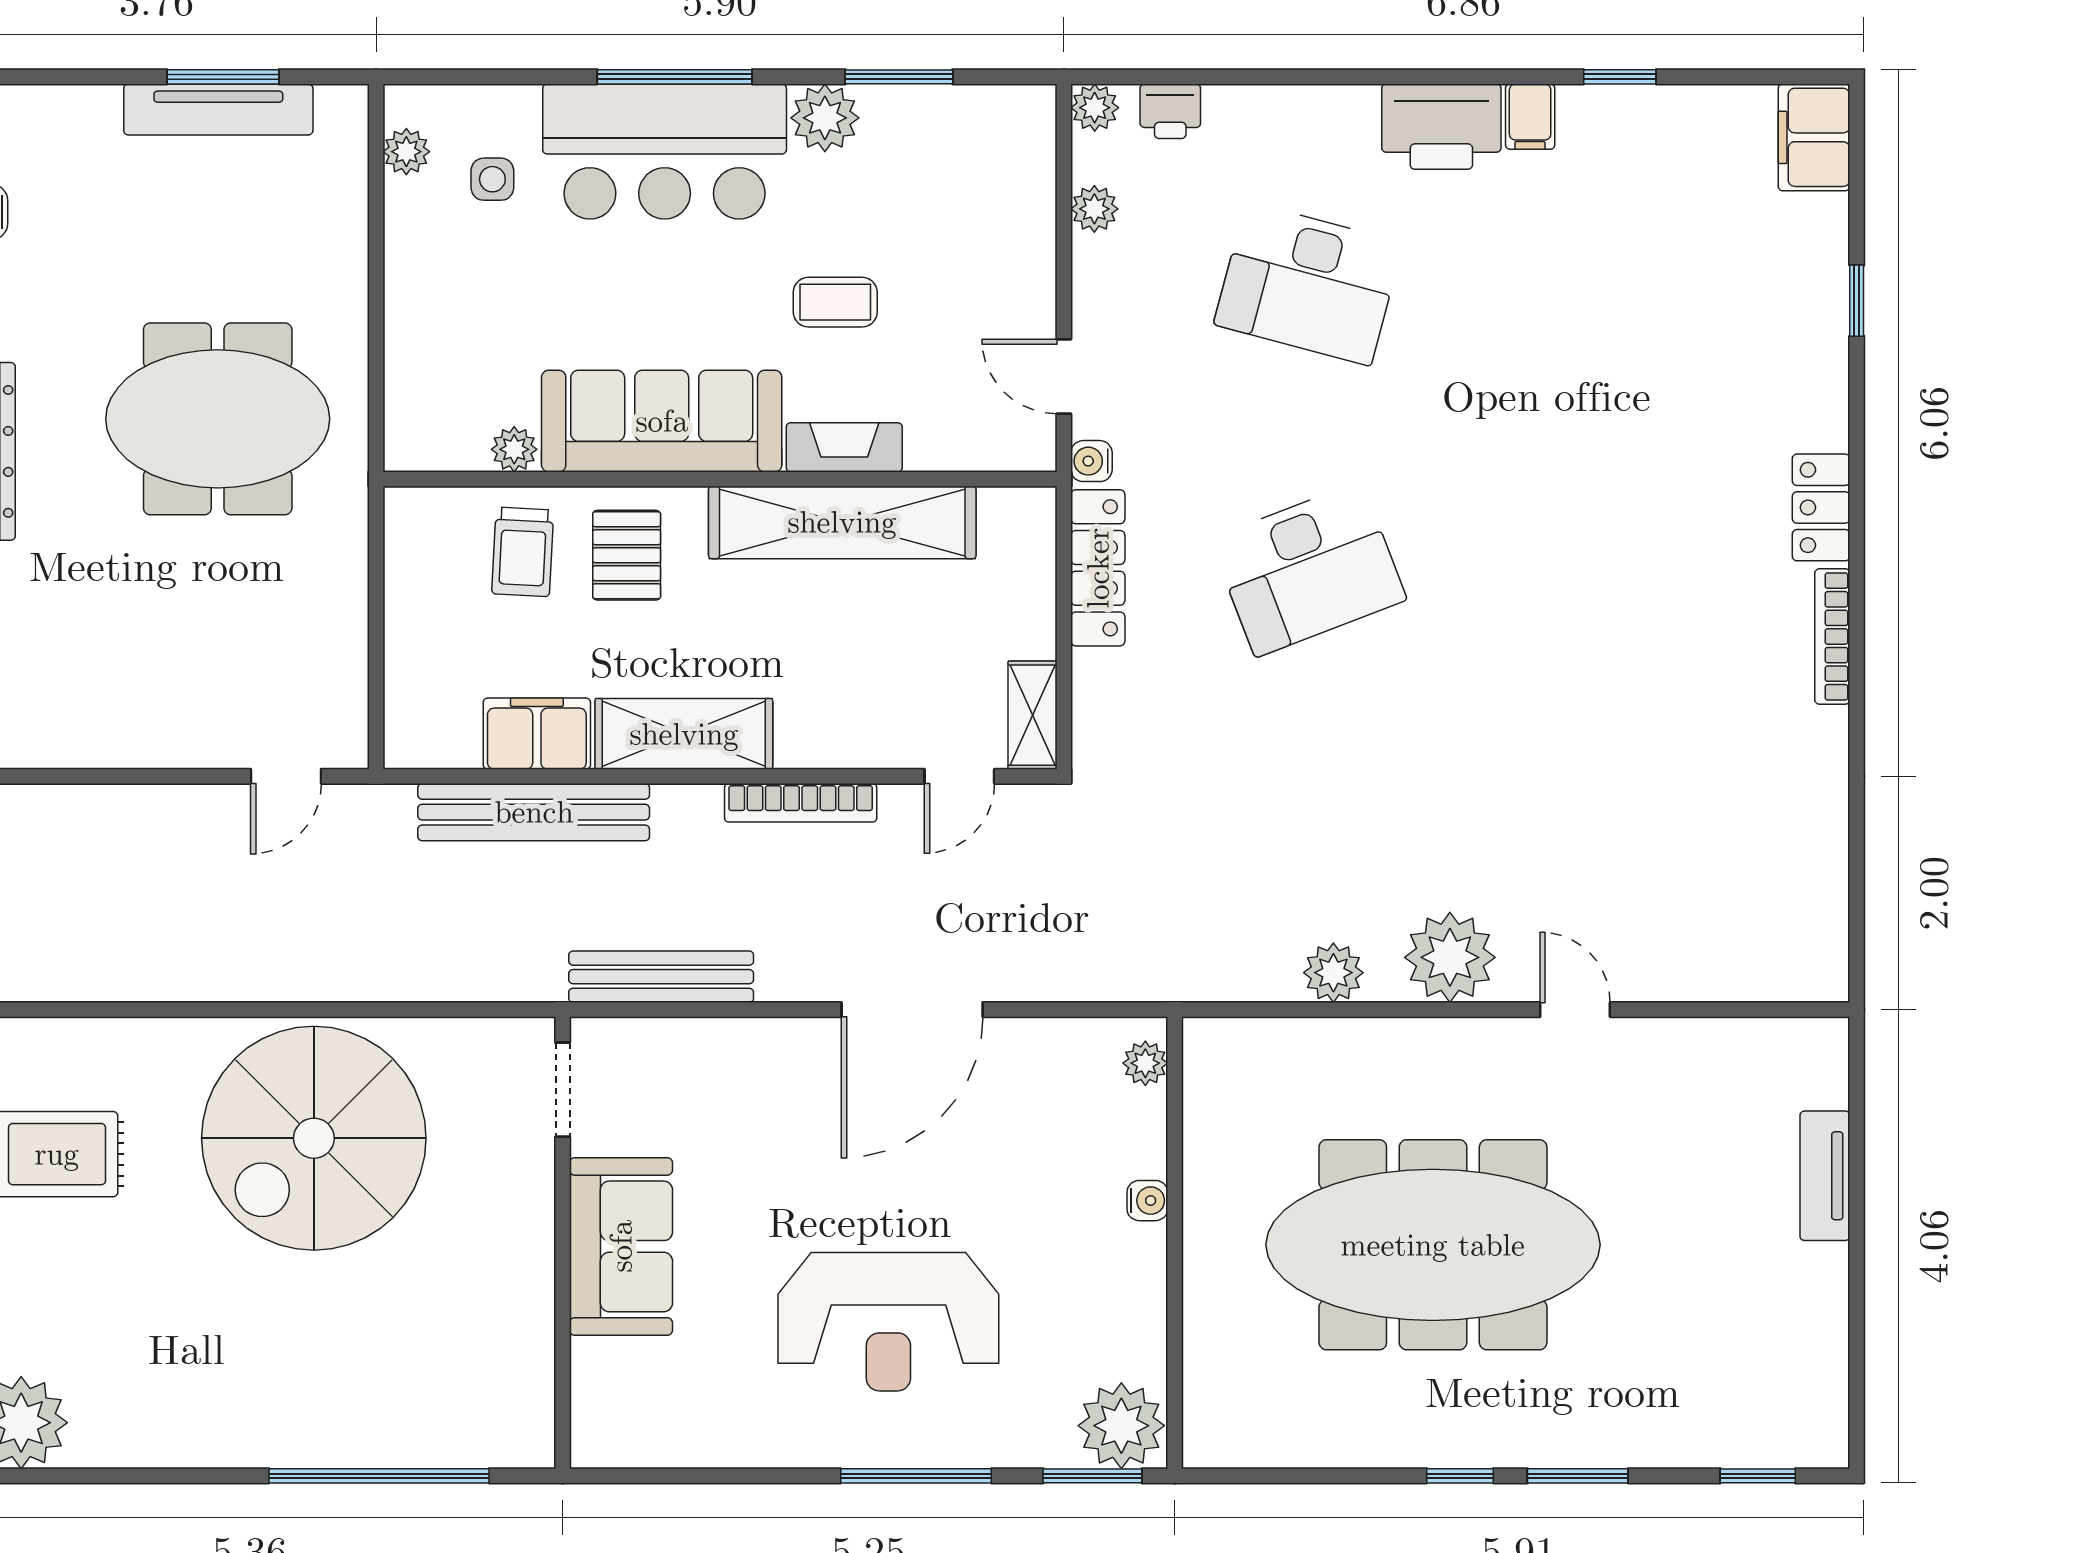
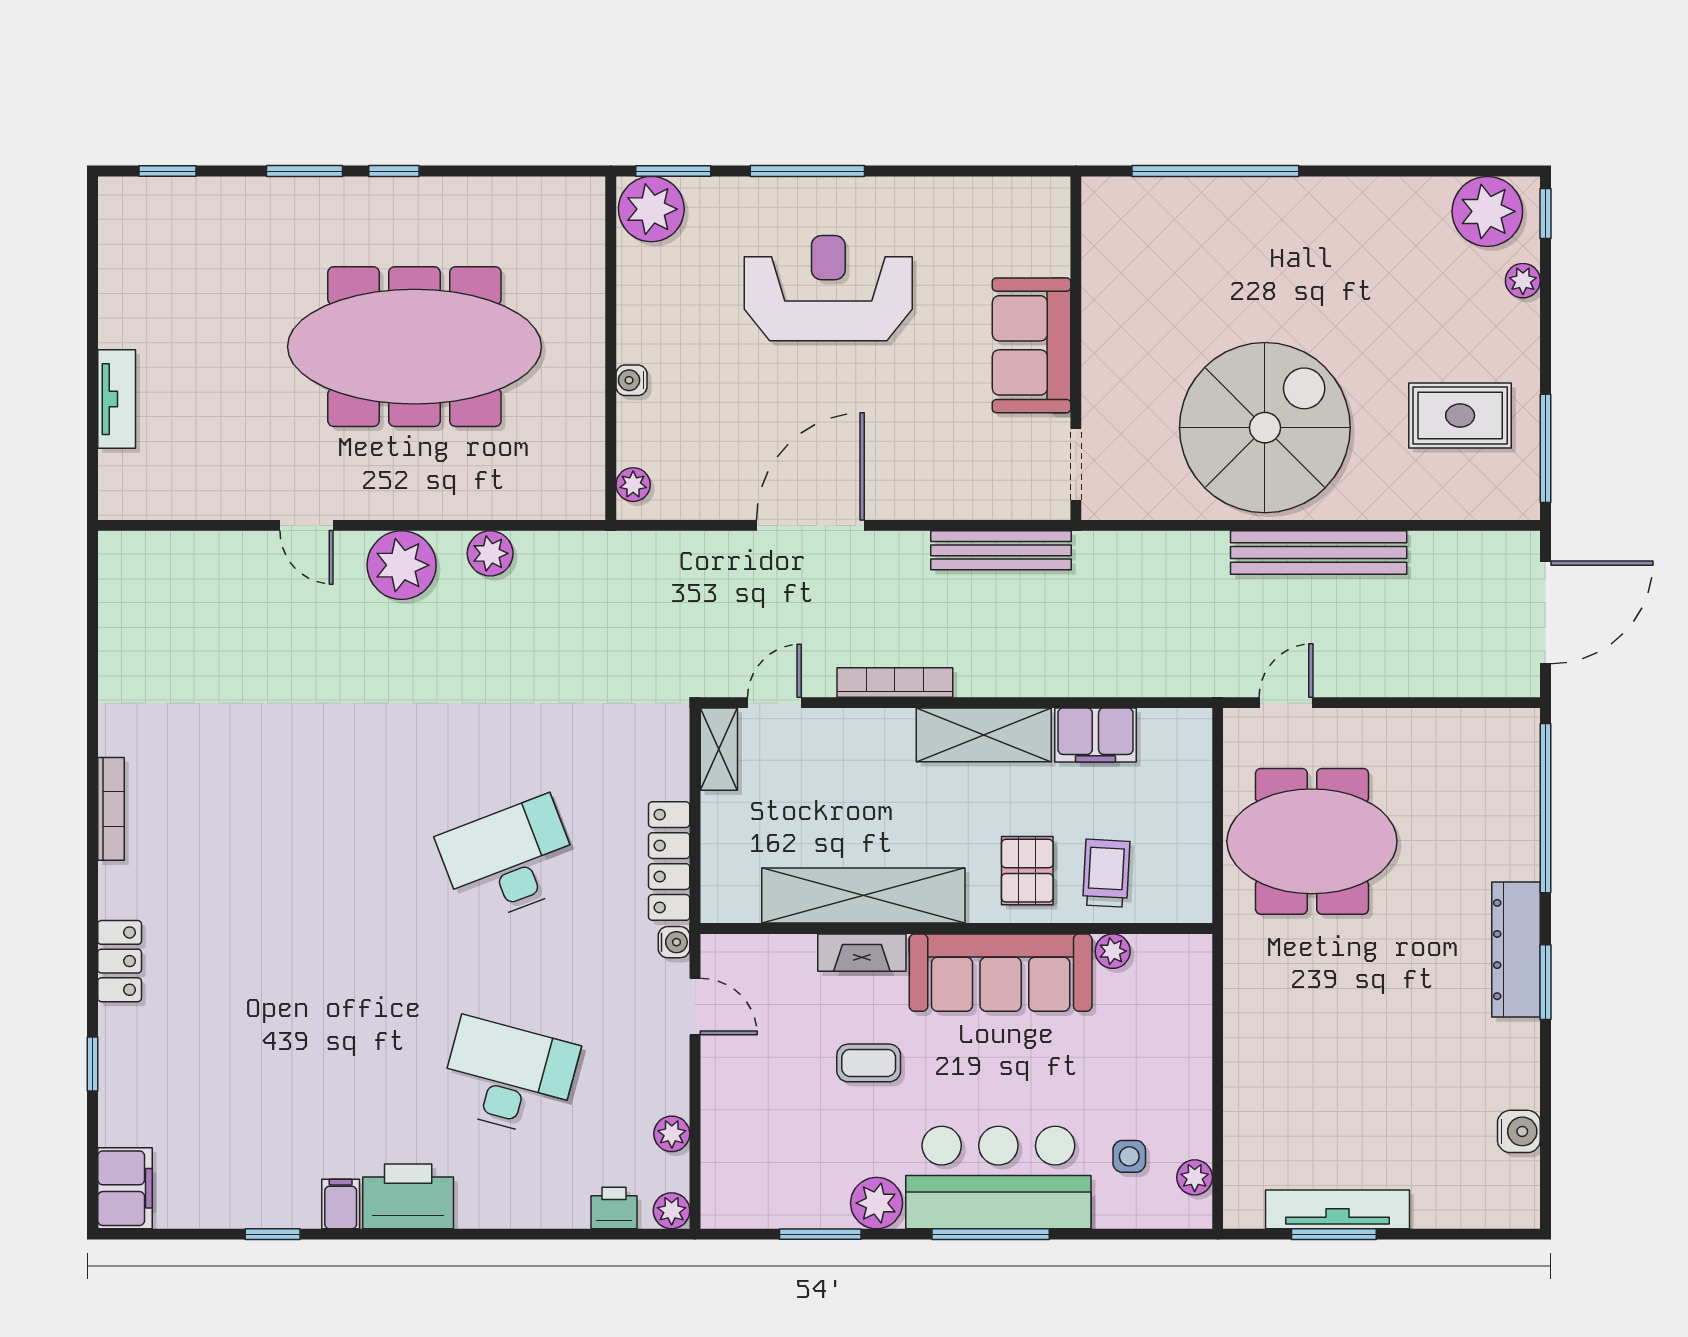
meeting table: (218, 419) -> (1312, 841), moved
locker: (1821, 507) -> (120, 961), moved
bench: (534, 812) -> (1319, 553), moved

